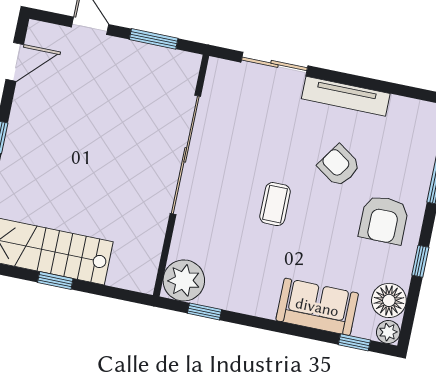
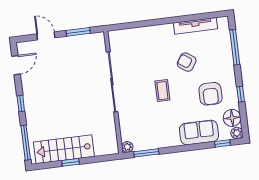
sliding door: (274, 64) -> (140, 24), removed
tv unit: (346, 96) -> (196, 26), moved
armchair: (384, 220) -> (210, 94), moved
plant: (184, 280) -> (127, 147), width x0.53, depth x0.53
window: (205, 311) -> (146, 153), width x1.50

